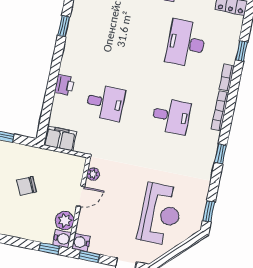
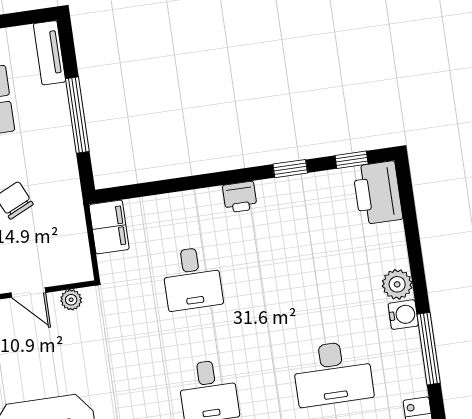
desk: (186, 43) -> (333, 373), turned 180
printer: (64, 85) -> (240, 197), moved

